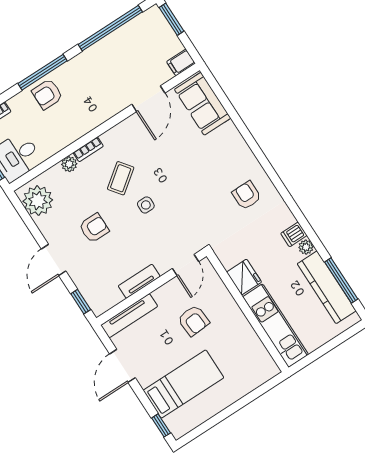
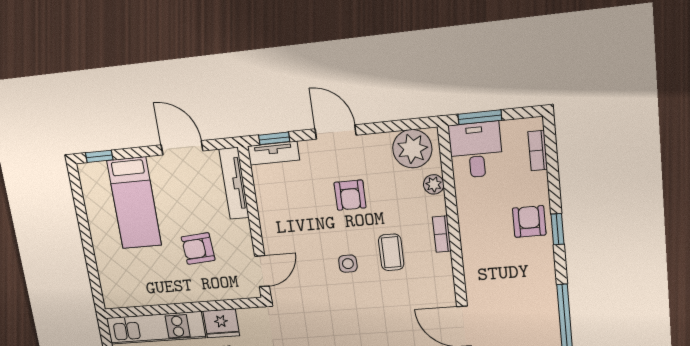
window: (43, 72) -> (557, 229), width x0.46
plant: (69, 164) -> (434, 184), moved
coffee table: (121, 178) -> (391, 252), turned 37
door: (186, 265) -> (262, 271), swing flipped
tv unit: (139, 281) -> (273, 153), moved, turned 90

